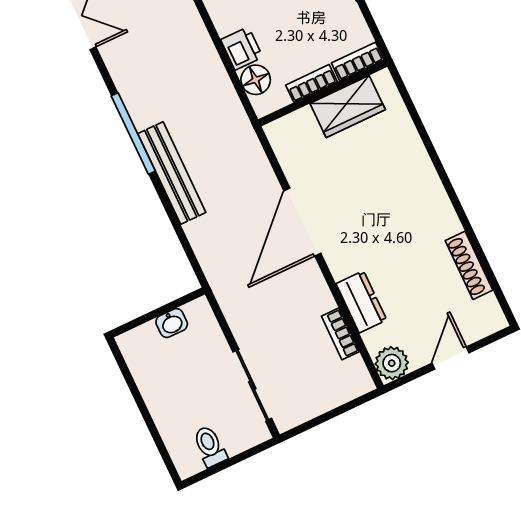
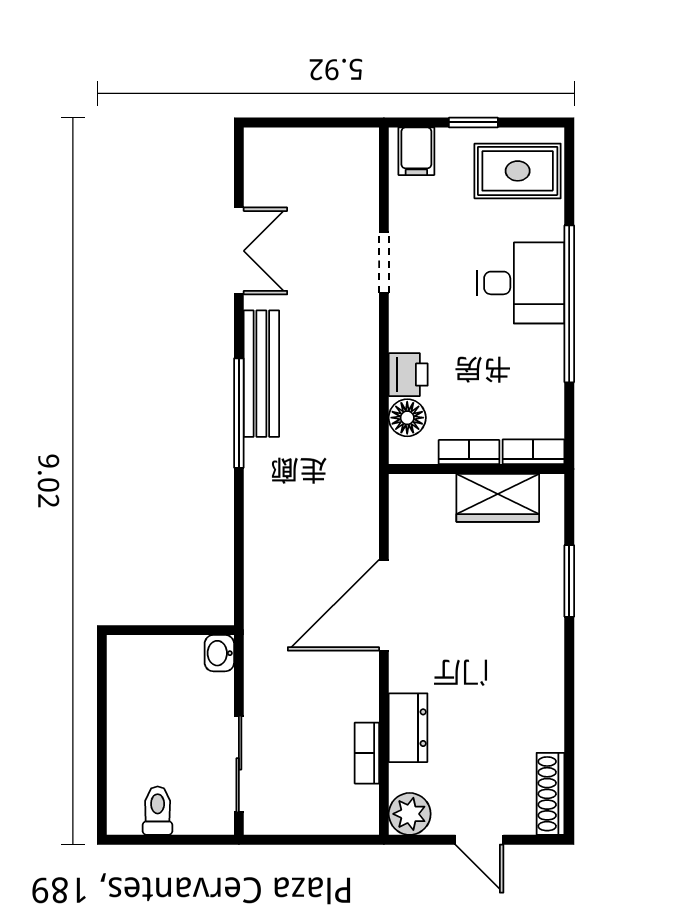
window: (427, 142) -> (569, 581), added
bench: (172, 173) -> (261, 374), moved
shoe rack: (469, 265) -> (550, 794), moved
washbasin: (172, 323) -> (219, 653), moved, turned 90
door: (450, 358) -> (479, 840), swing flipped

